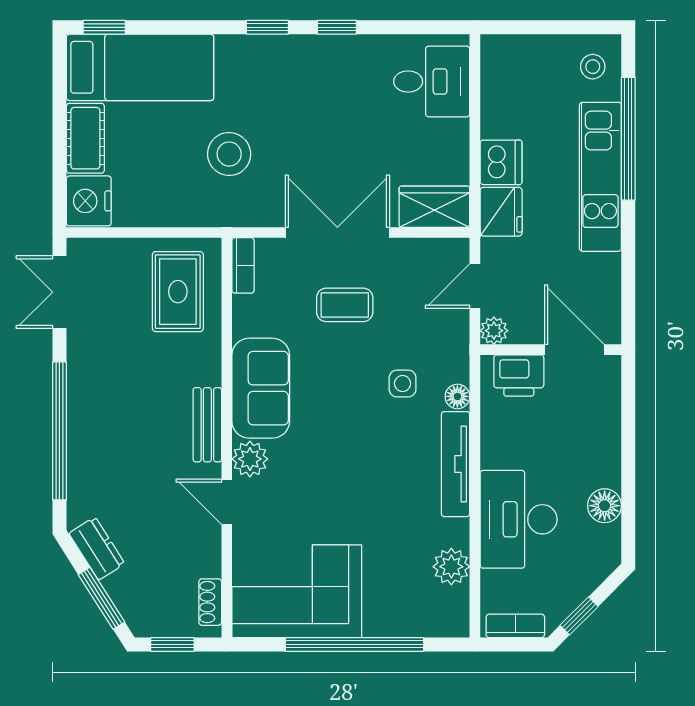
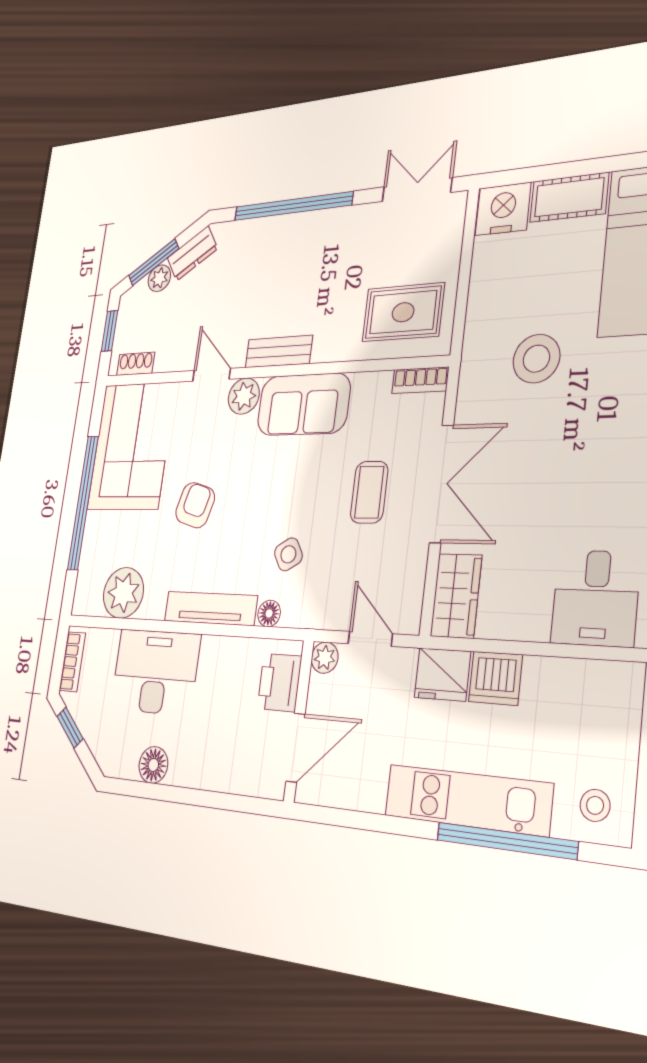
side table: (403, 384) -> (288, 554), turned -31
armchair: (357, 500) -> (195, 505), added
door: (227, 502) -> (212, 375), hinge flipped
plant: (451, 567) -> (123, 593), width x1.36, depth x1.36
plant: (120, 587) -> (159, 278), added

